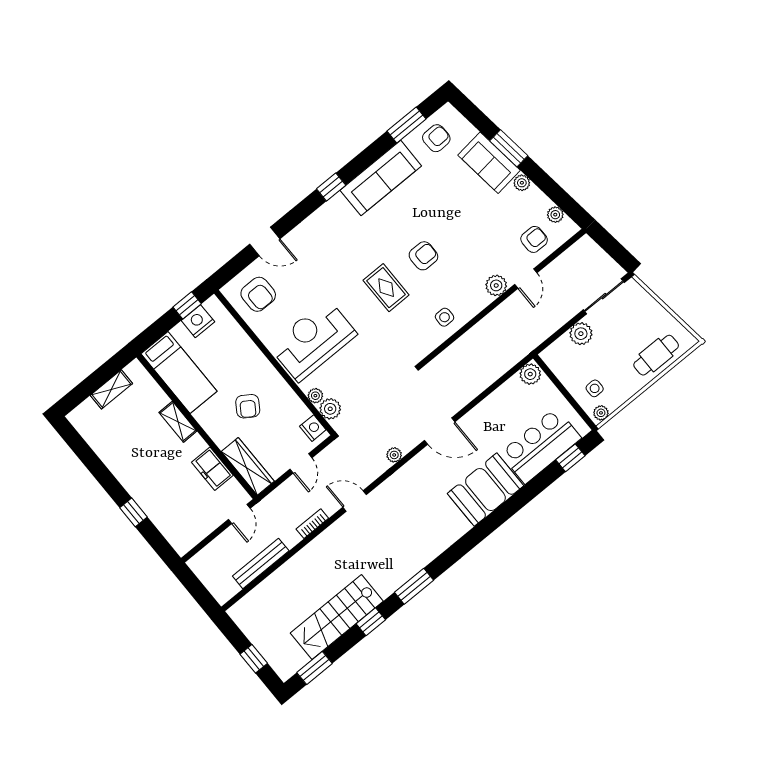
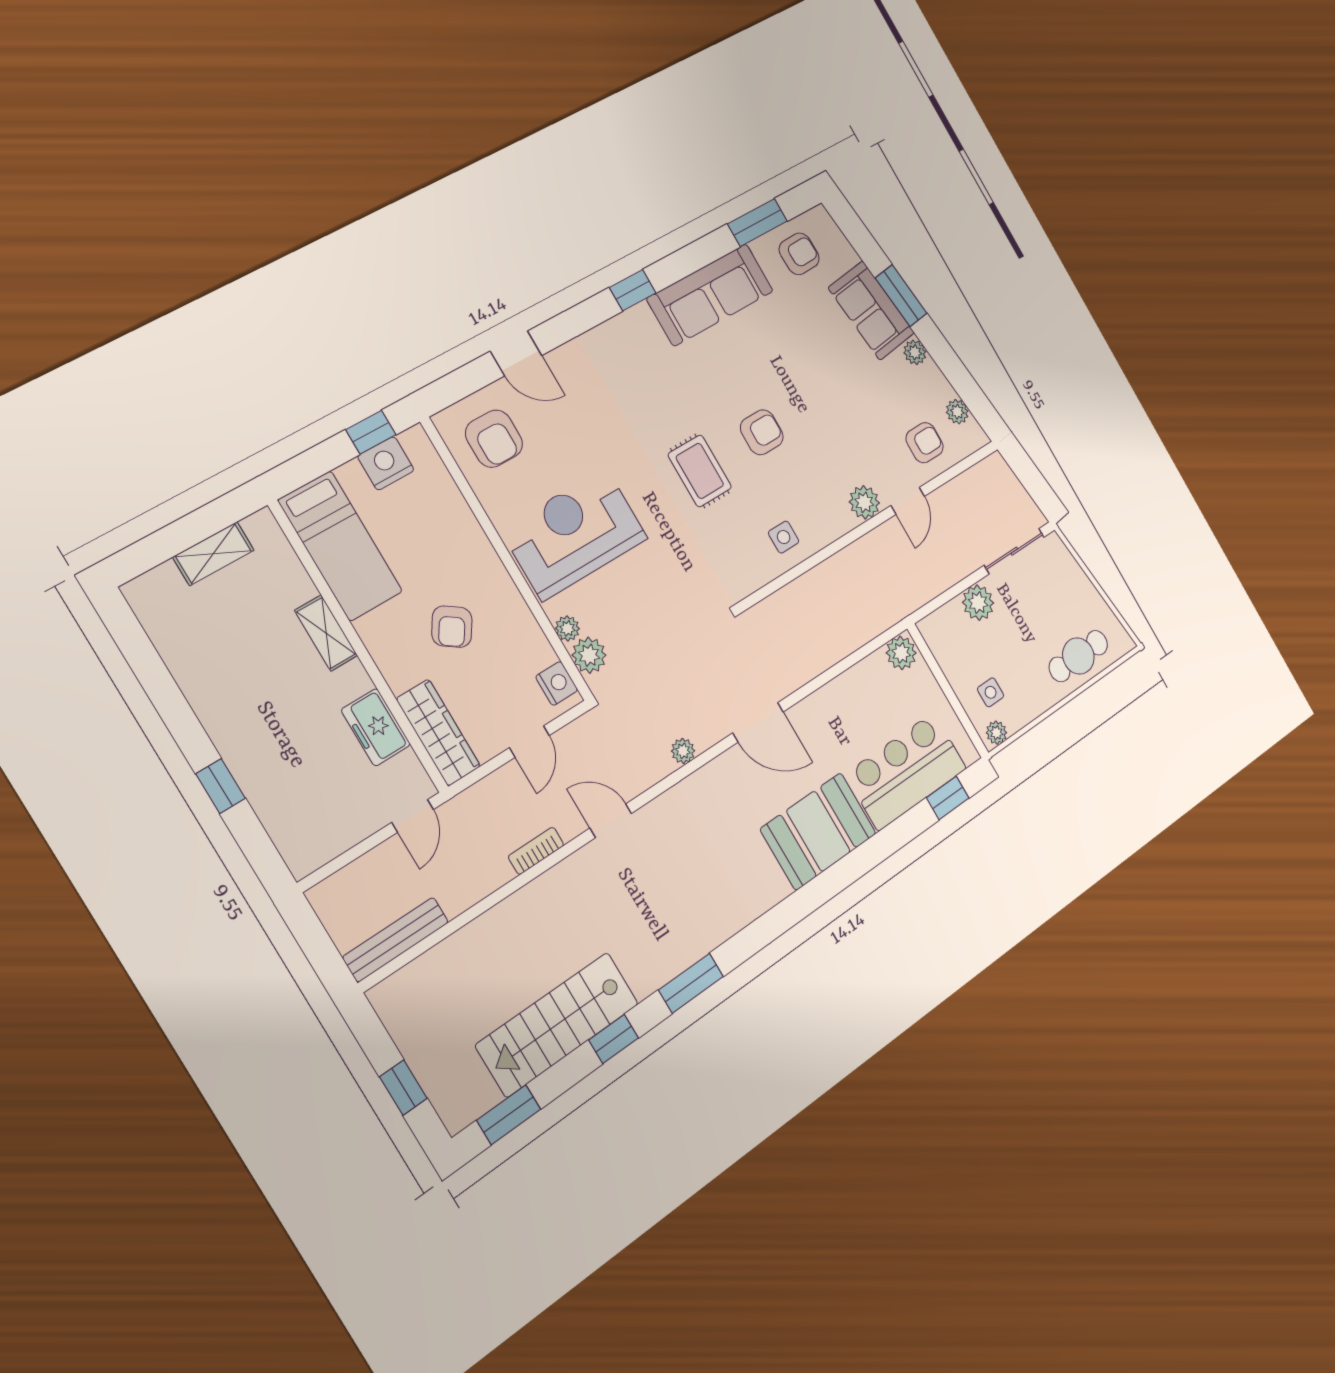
bench: (261, 563) -> (396, 939), moved

